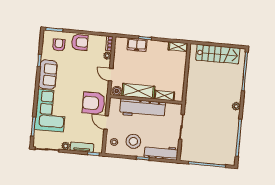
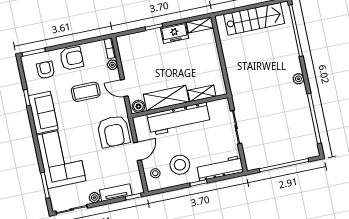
freezer: (137, 45) -> (174, 33), moved
coffee table: (82, 69) -> (86, 92), added
armchair: (94, 103) -> (114, 131), turned -90
door: (106, 123) -> (137, 151), swing flipped

